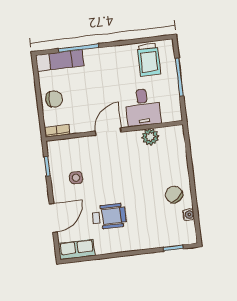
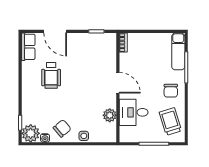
trolley: (149, 60) -> (170, 121), turned 73
chair: (54, 99) -> (171, 91), moved
side table: (76, 178) -> (84, 136), moved
plant: (185, 233) -> (31, 133), added

